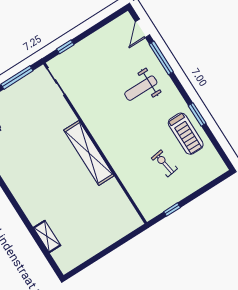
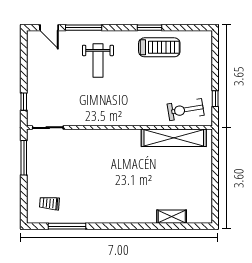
shelving: (89, 153) -> (174, 138), moved
exercise bike: (164, 163) -> (186, 110), moved, width x1.38, depth x1.39

